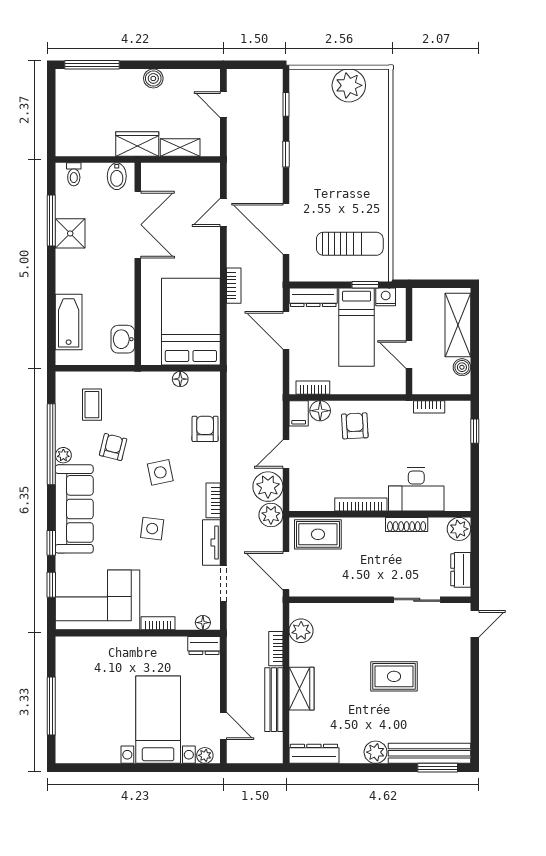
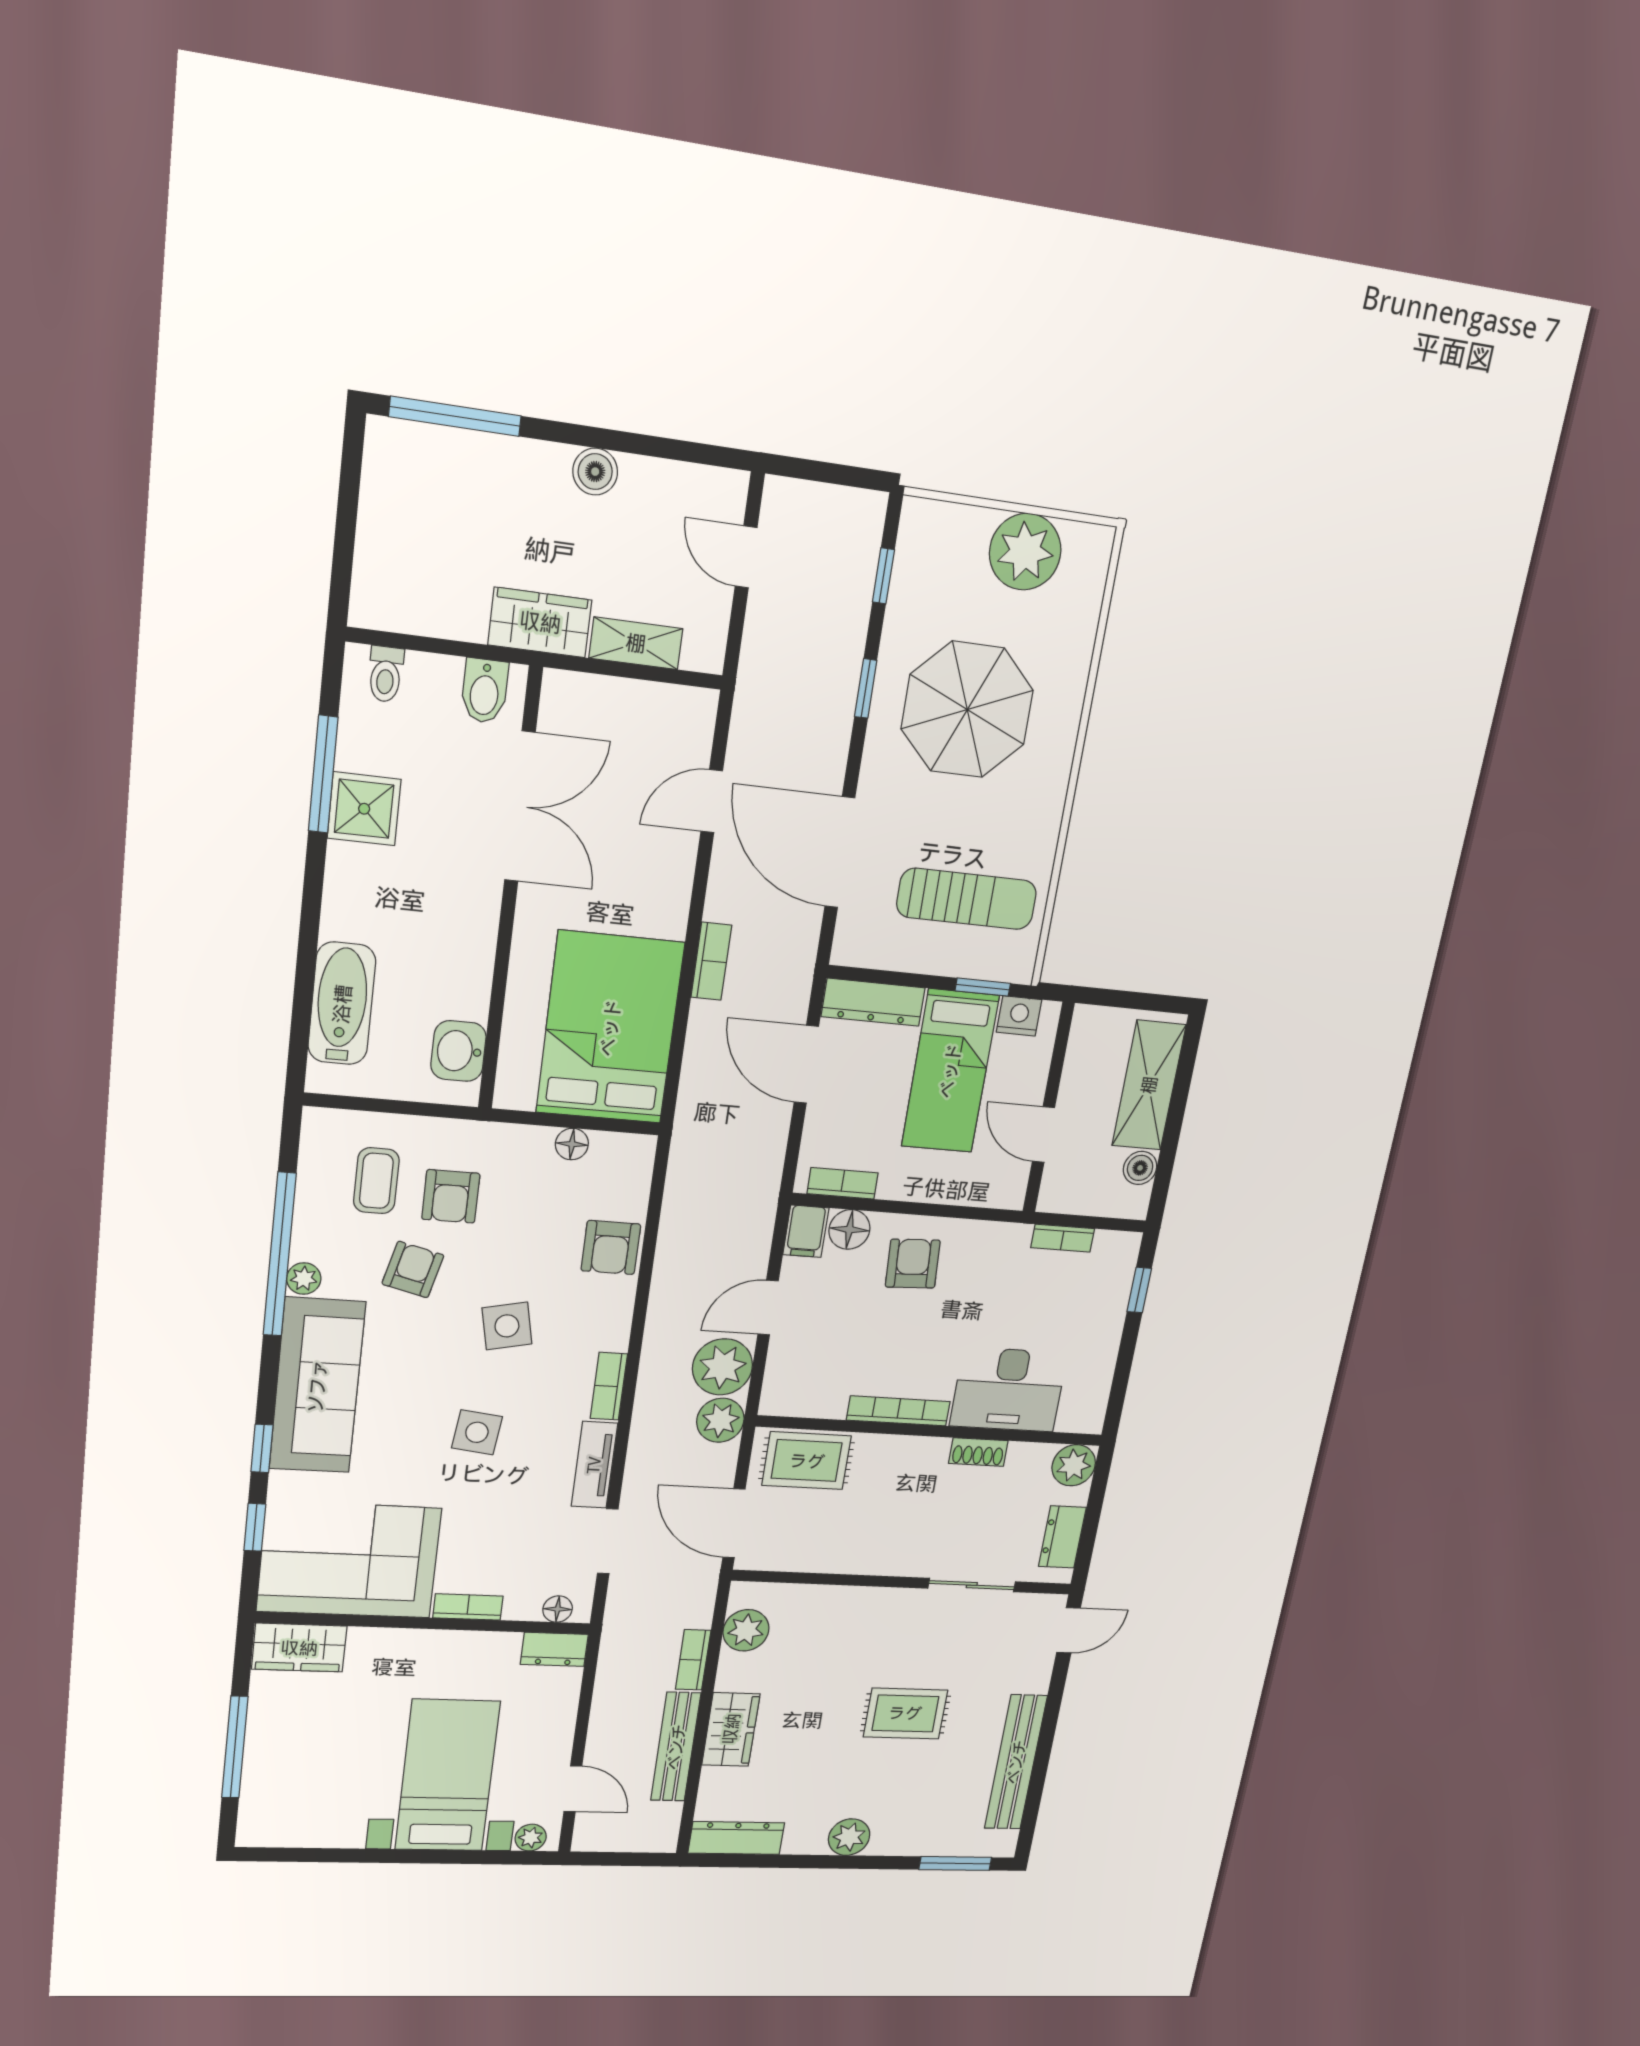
parasol: (335, 158) -> (967, 710), added
armchair: (127, 409) -> (451, 1196), added
armchair: (205, 429) -> (611, 1247), turned 180
shoe rack: (407, 525) -> (978, 1452), width x0.70
wardrobe: (78, 649) -> (299, 1648), added
bench: (430, 753) -> (1016, 1762), moved, turned 90

